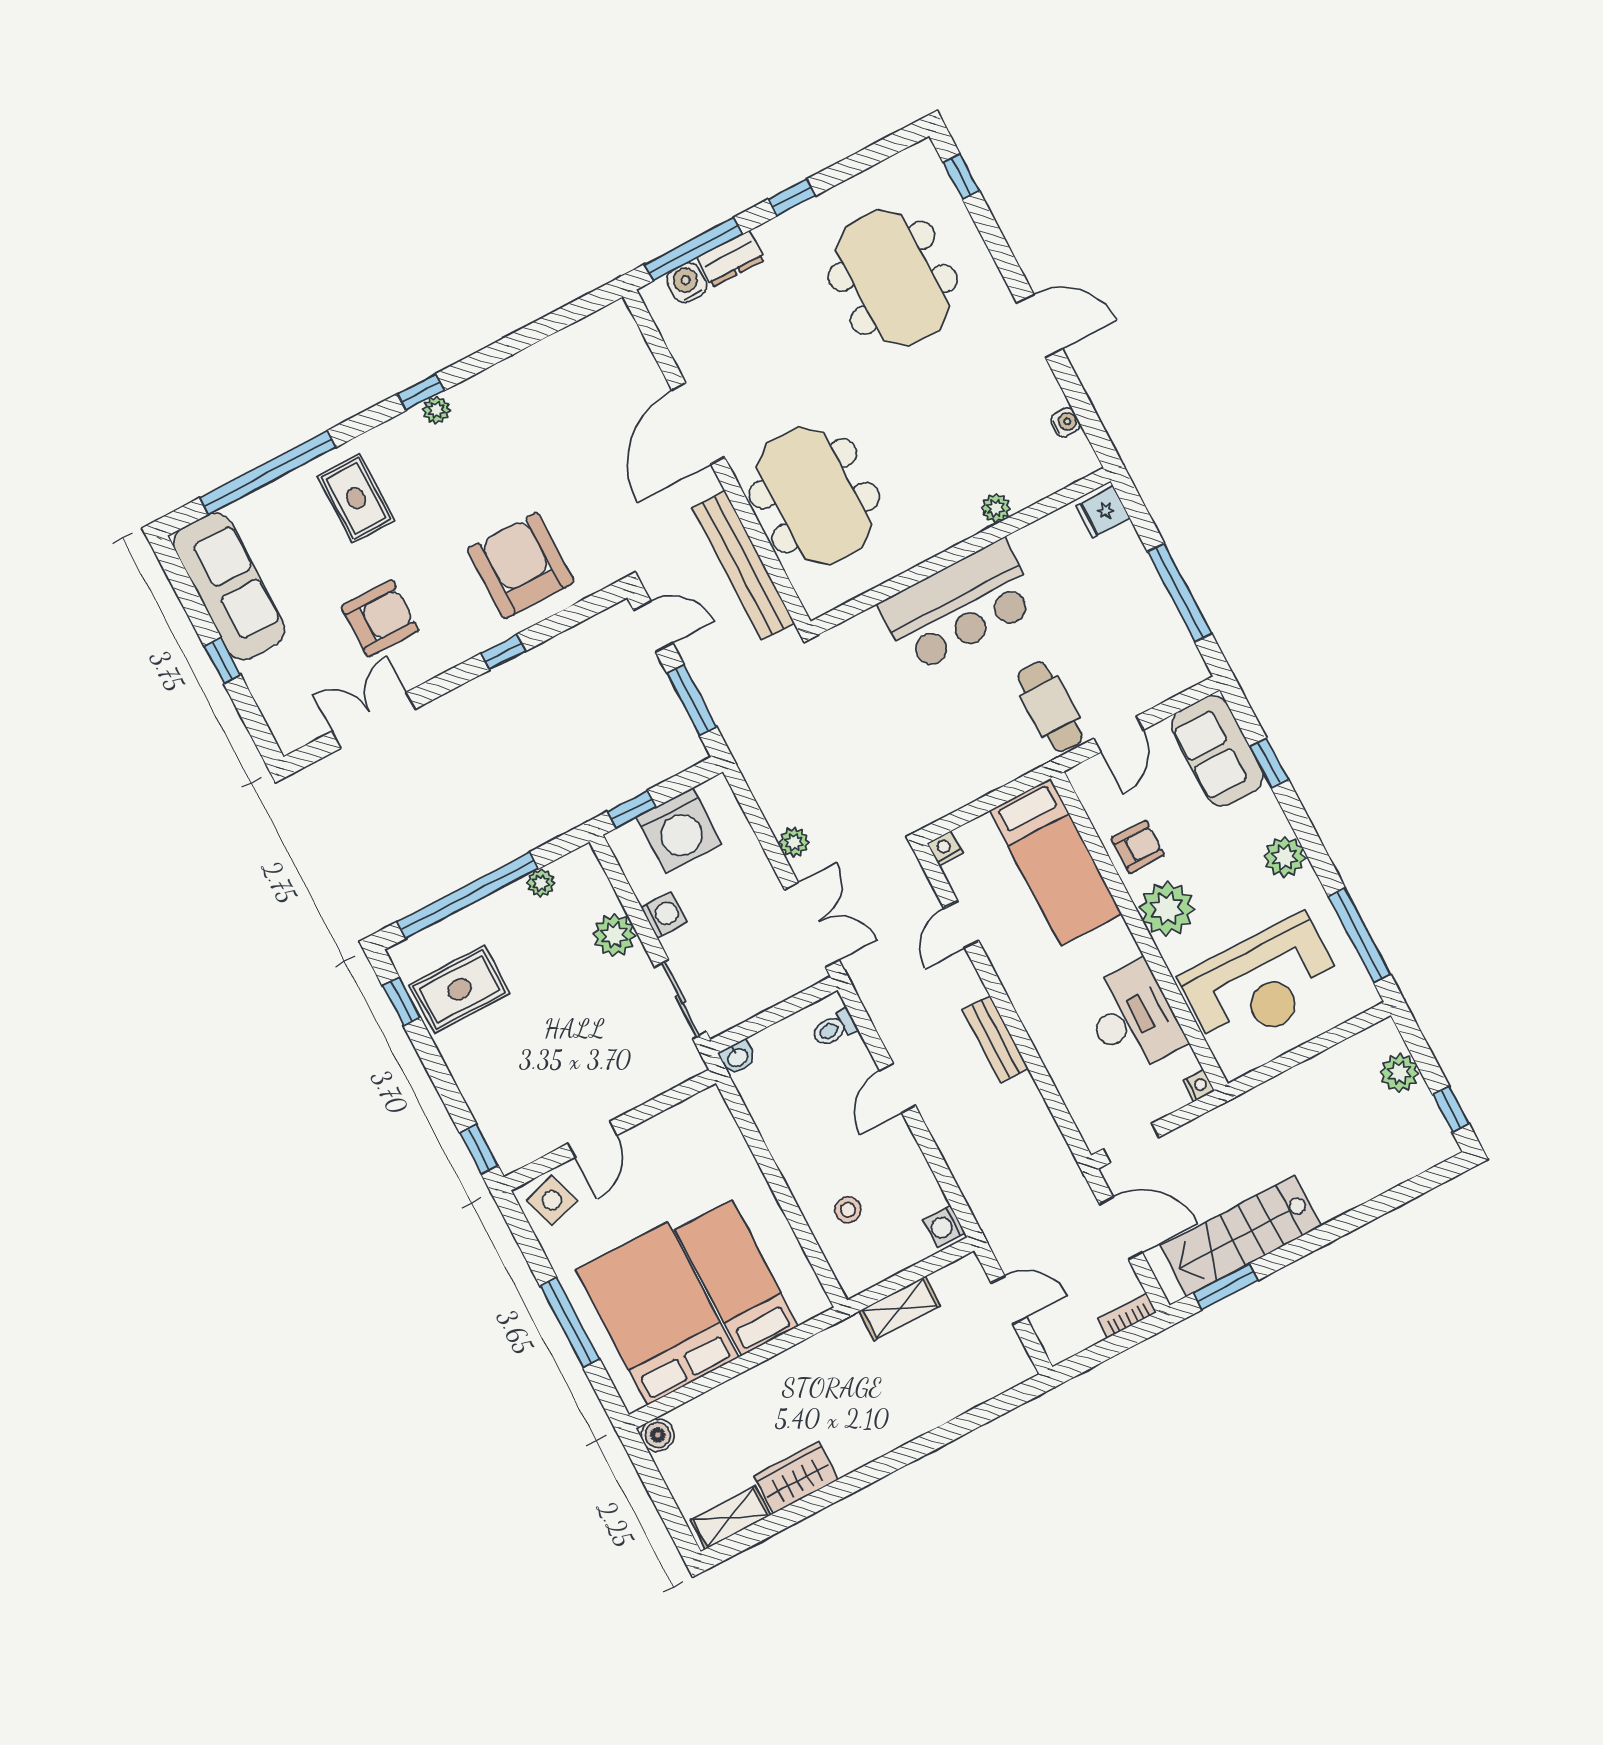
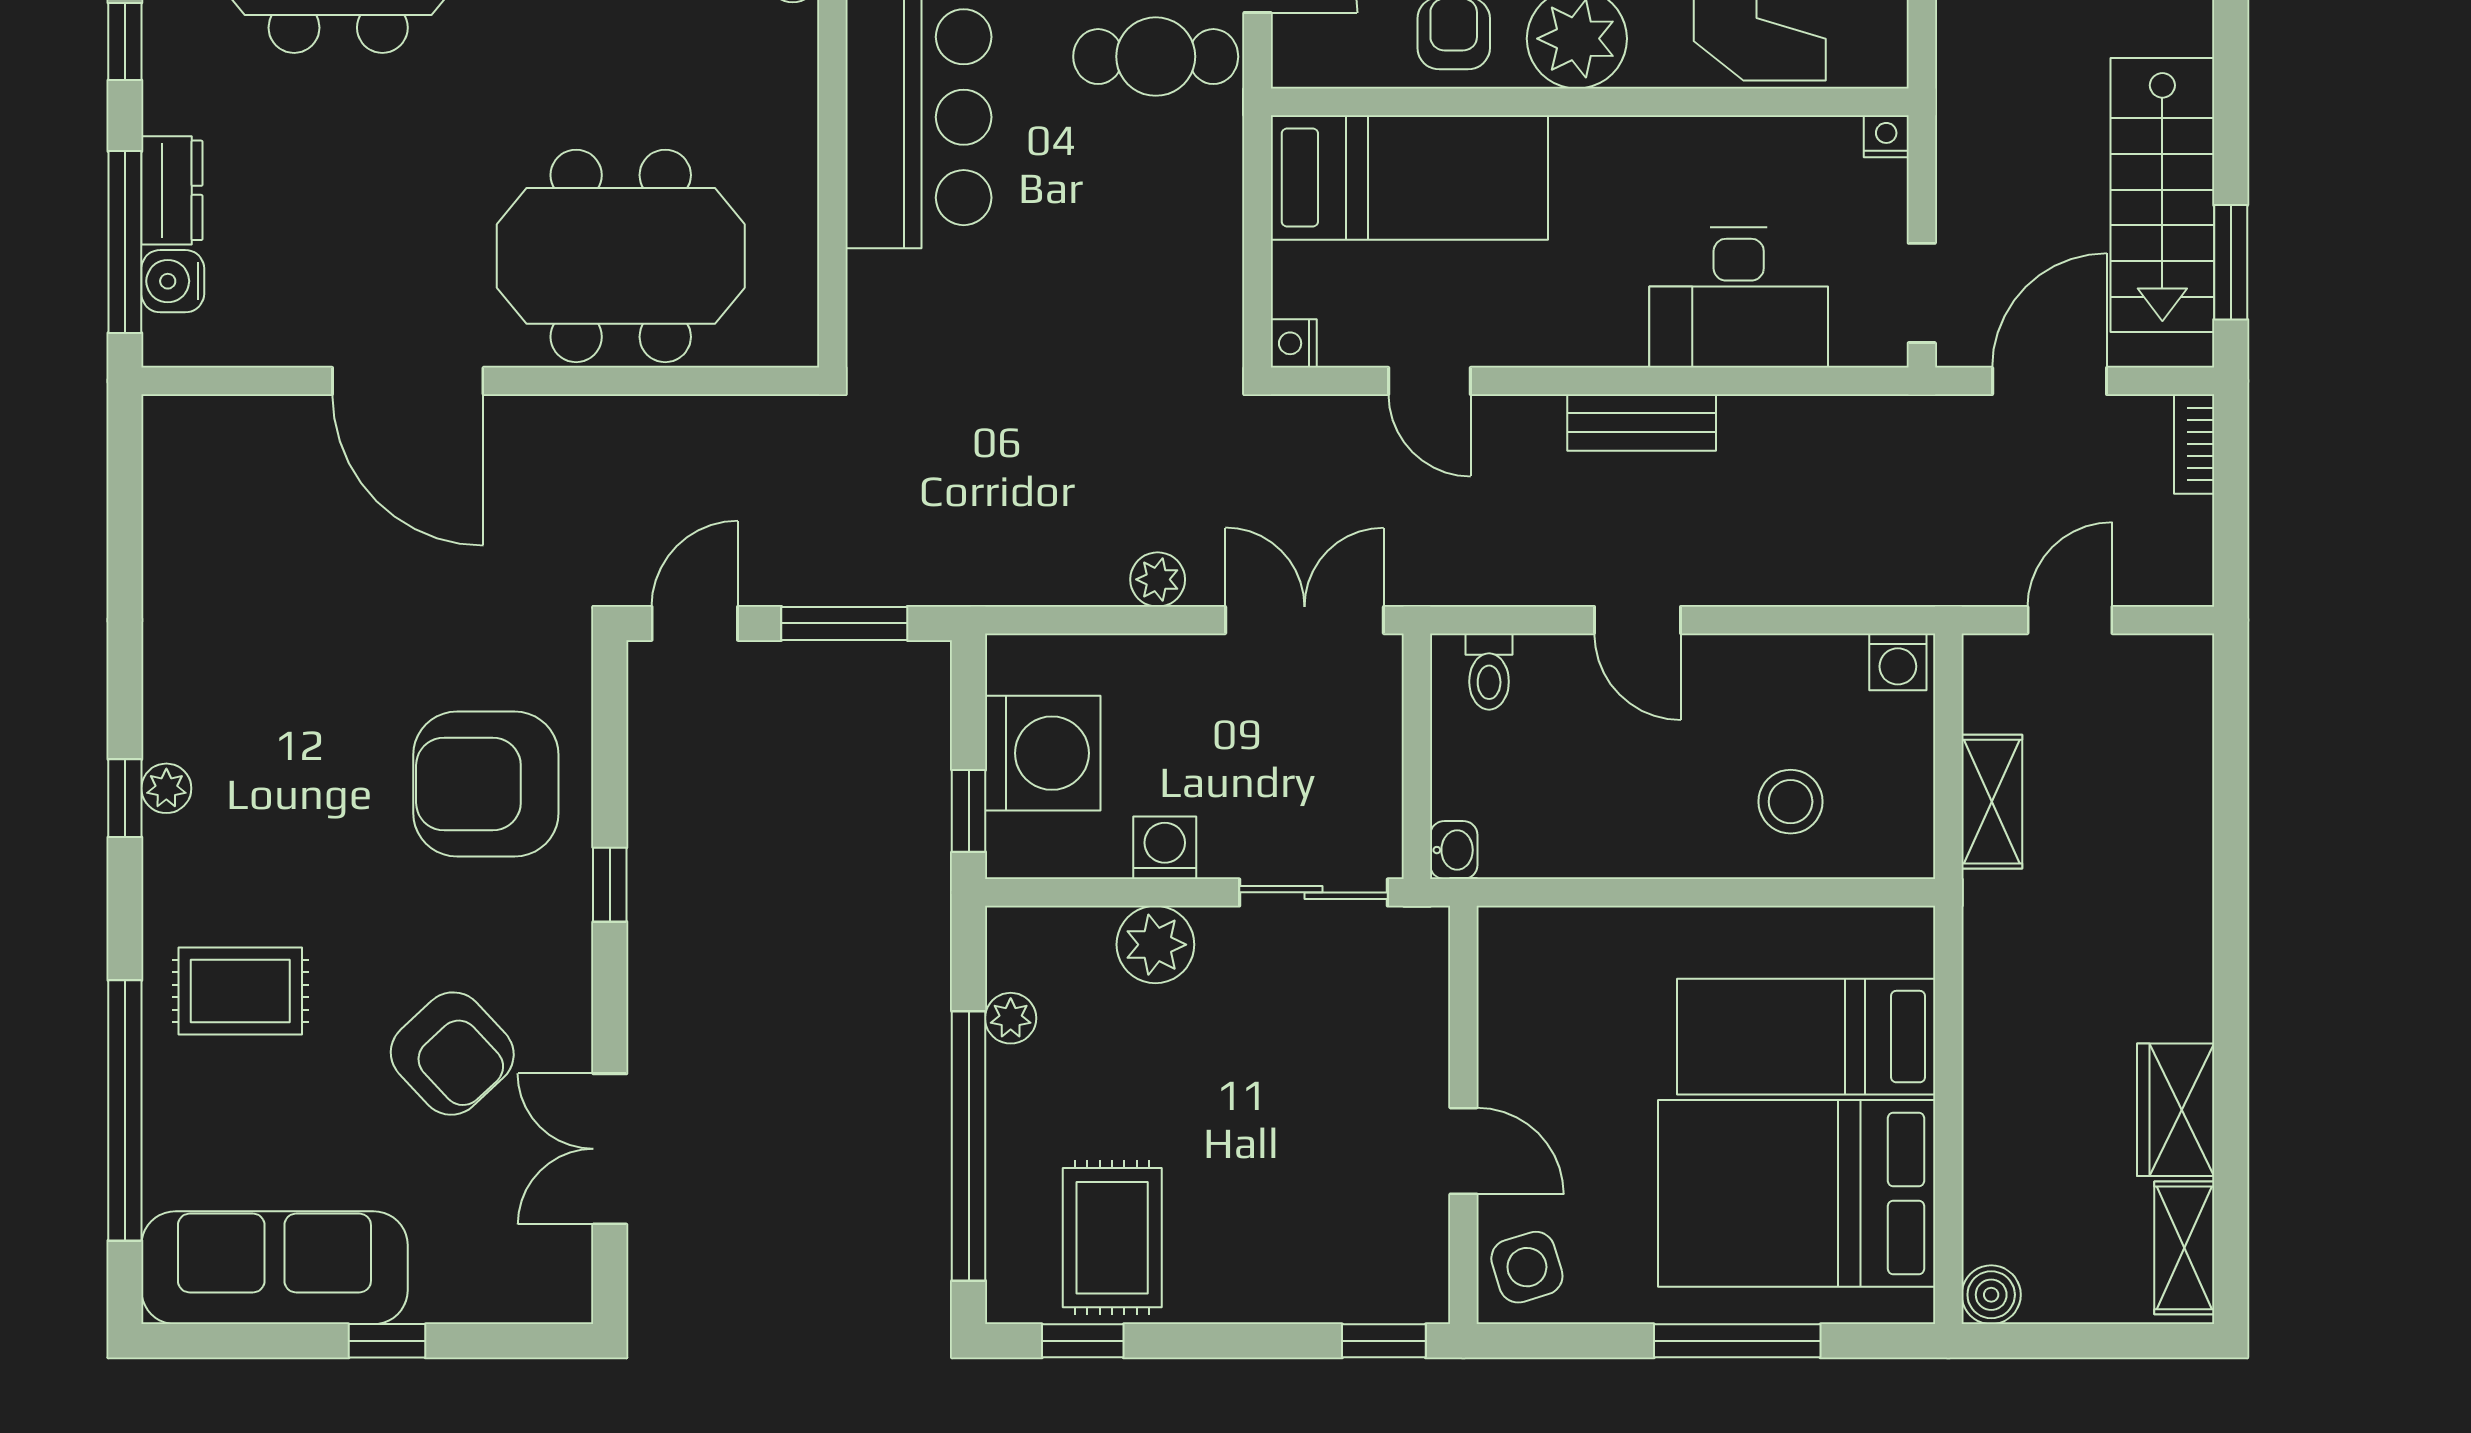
bench: (743, 565) -> (673, 428), removed
armchair: (380, 618) -> (452, 1054), turned 137
desk: (1133, 1018) -> (1739, 298), moved, turned 180
stool: (848, 1210) -> (1791, 802), width x1.37, depth x1.37

